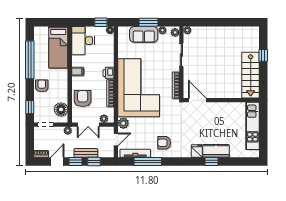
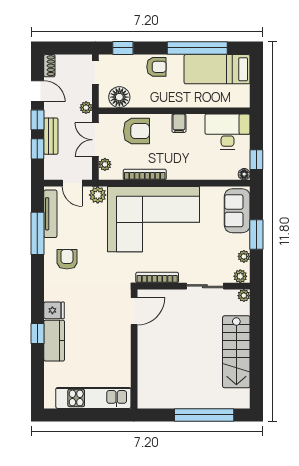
sofa: (144, 34) -> (237, 211), moved
bed: (58, 47) -> (217, 69), moved
window: (263, 55) -> (204, 415), width x3.17
printer: (108, 73) -> (177, 172), removed
stairs: (251, 75) -> (236, 352), moved, turned -90

